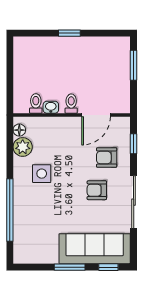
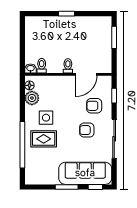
washbasin: (51, 107) -> (31, 69), moved
rug: (38, 202) -> (44, 139), added

